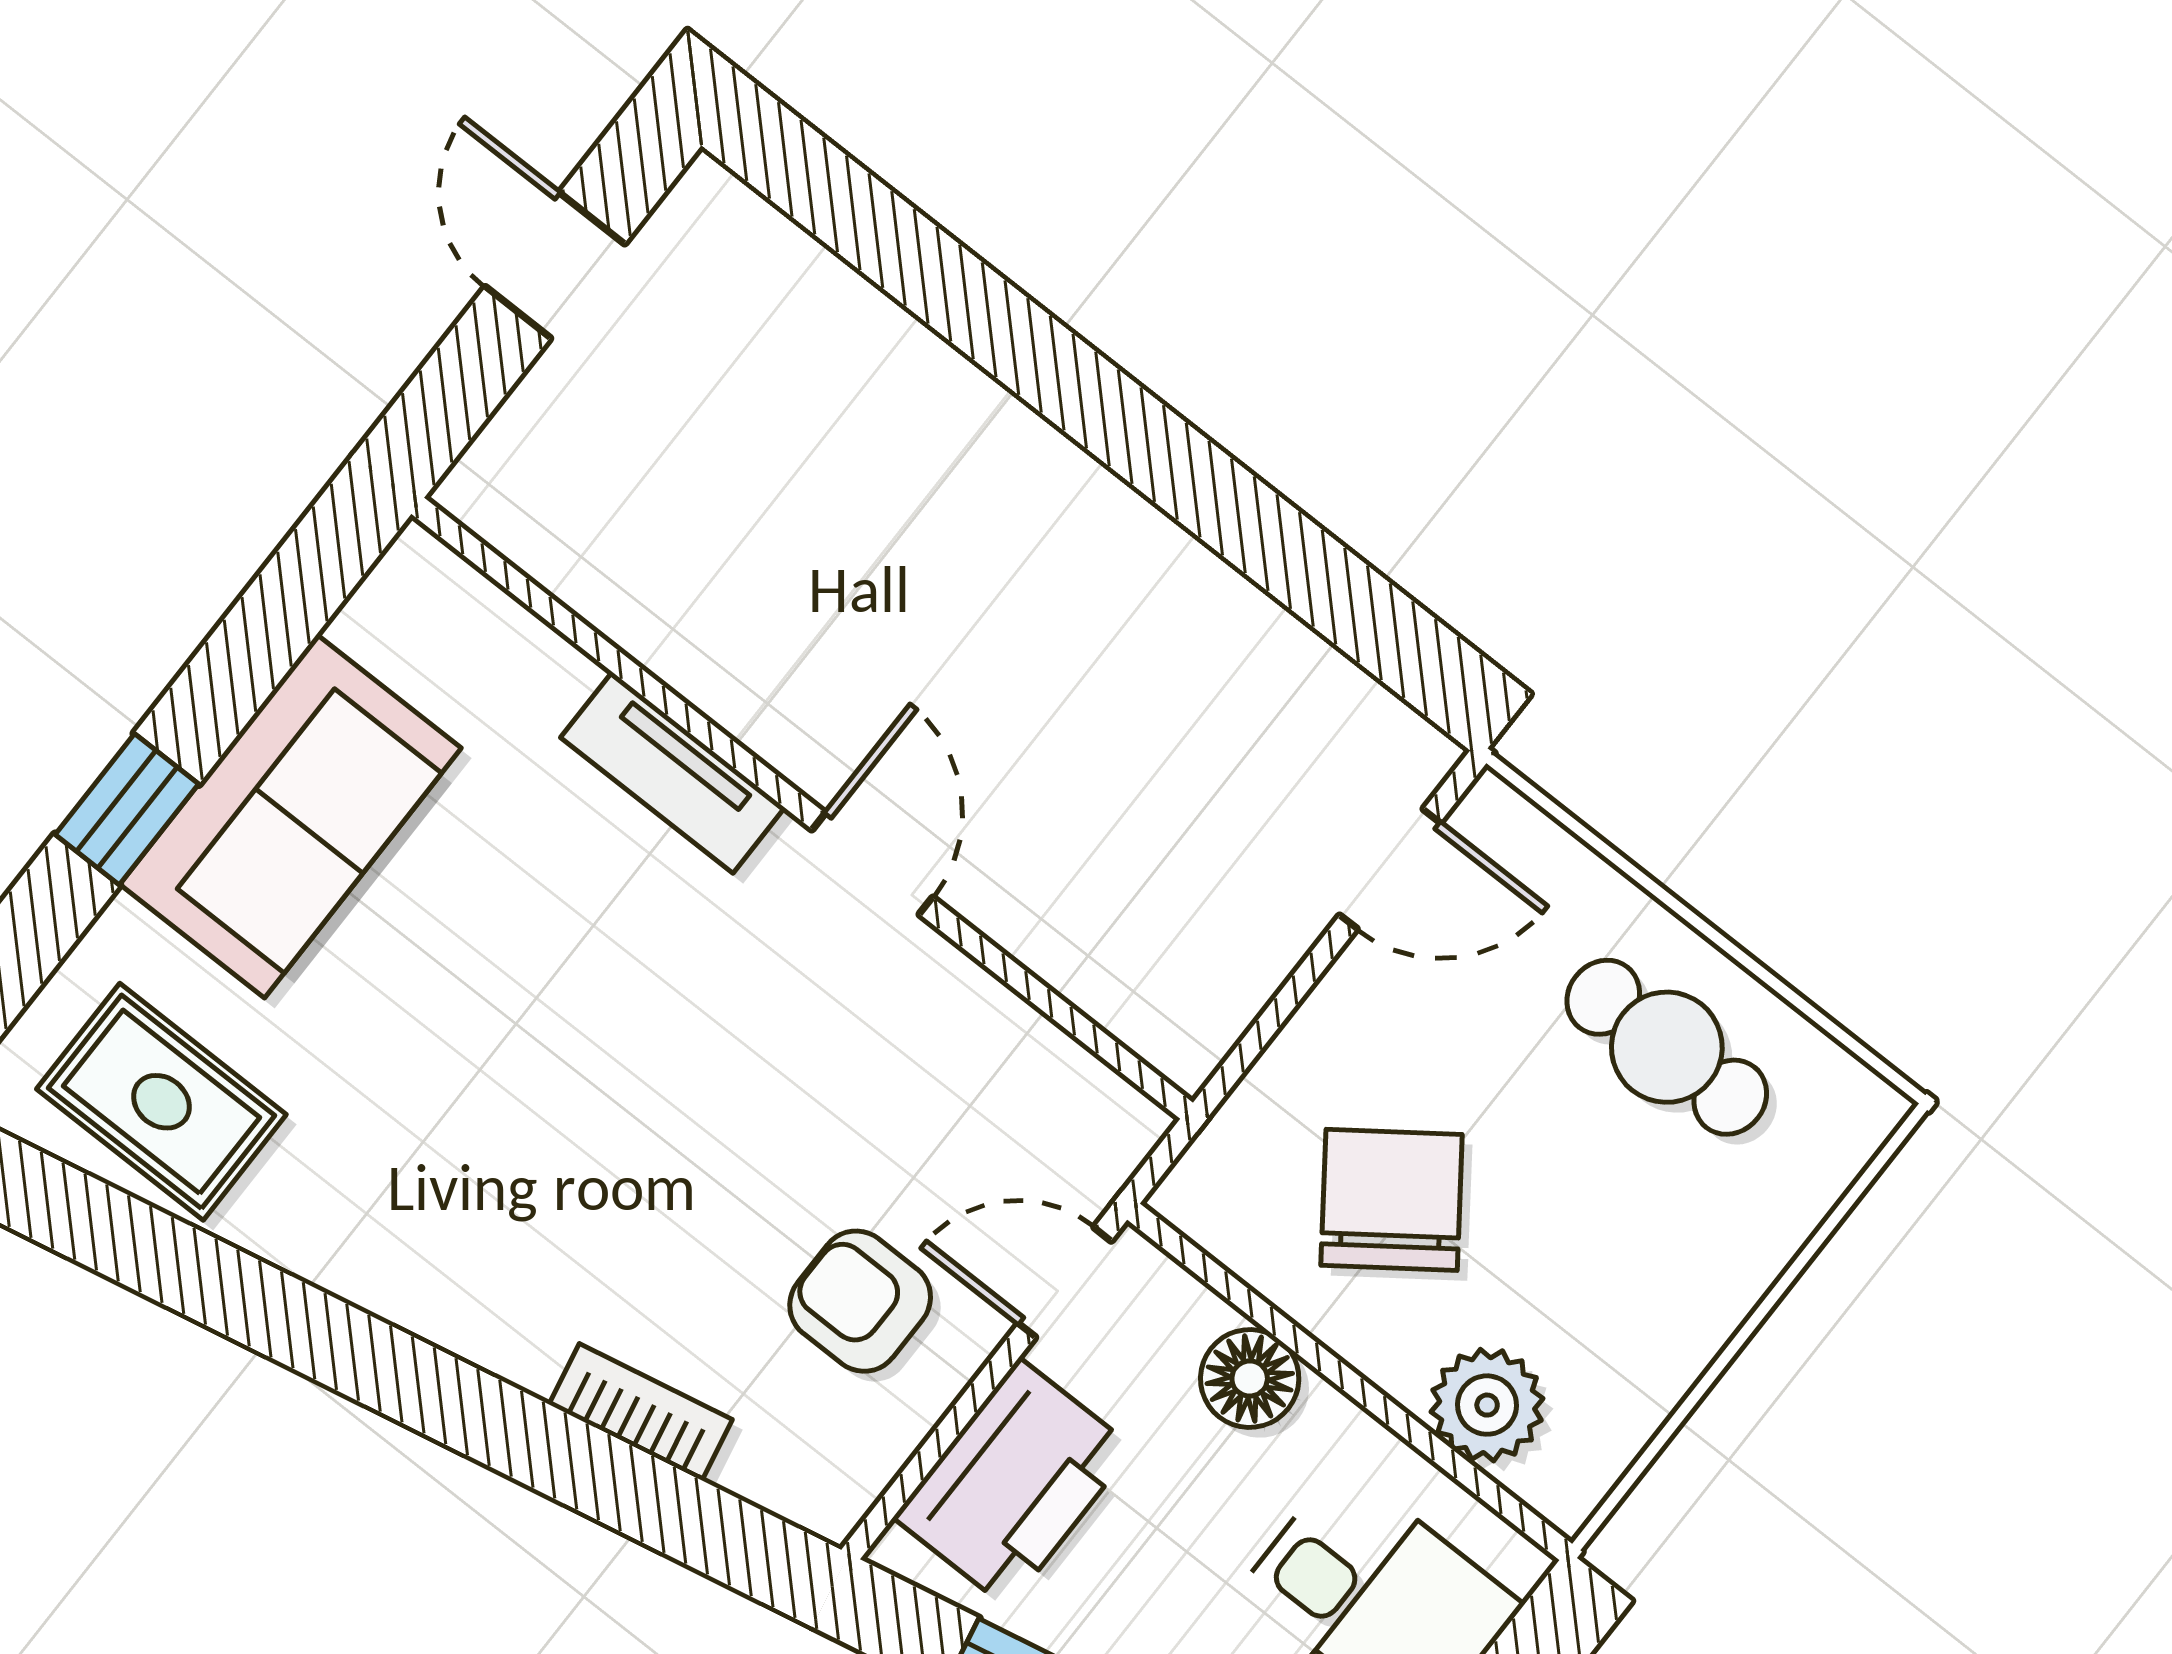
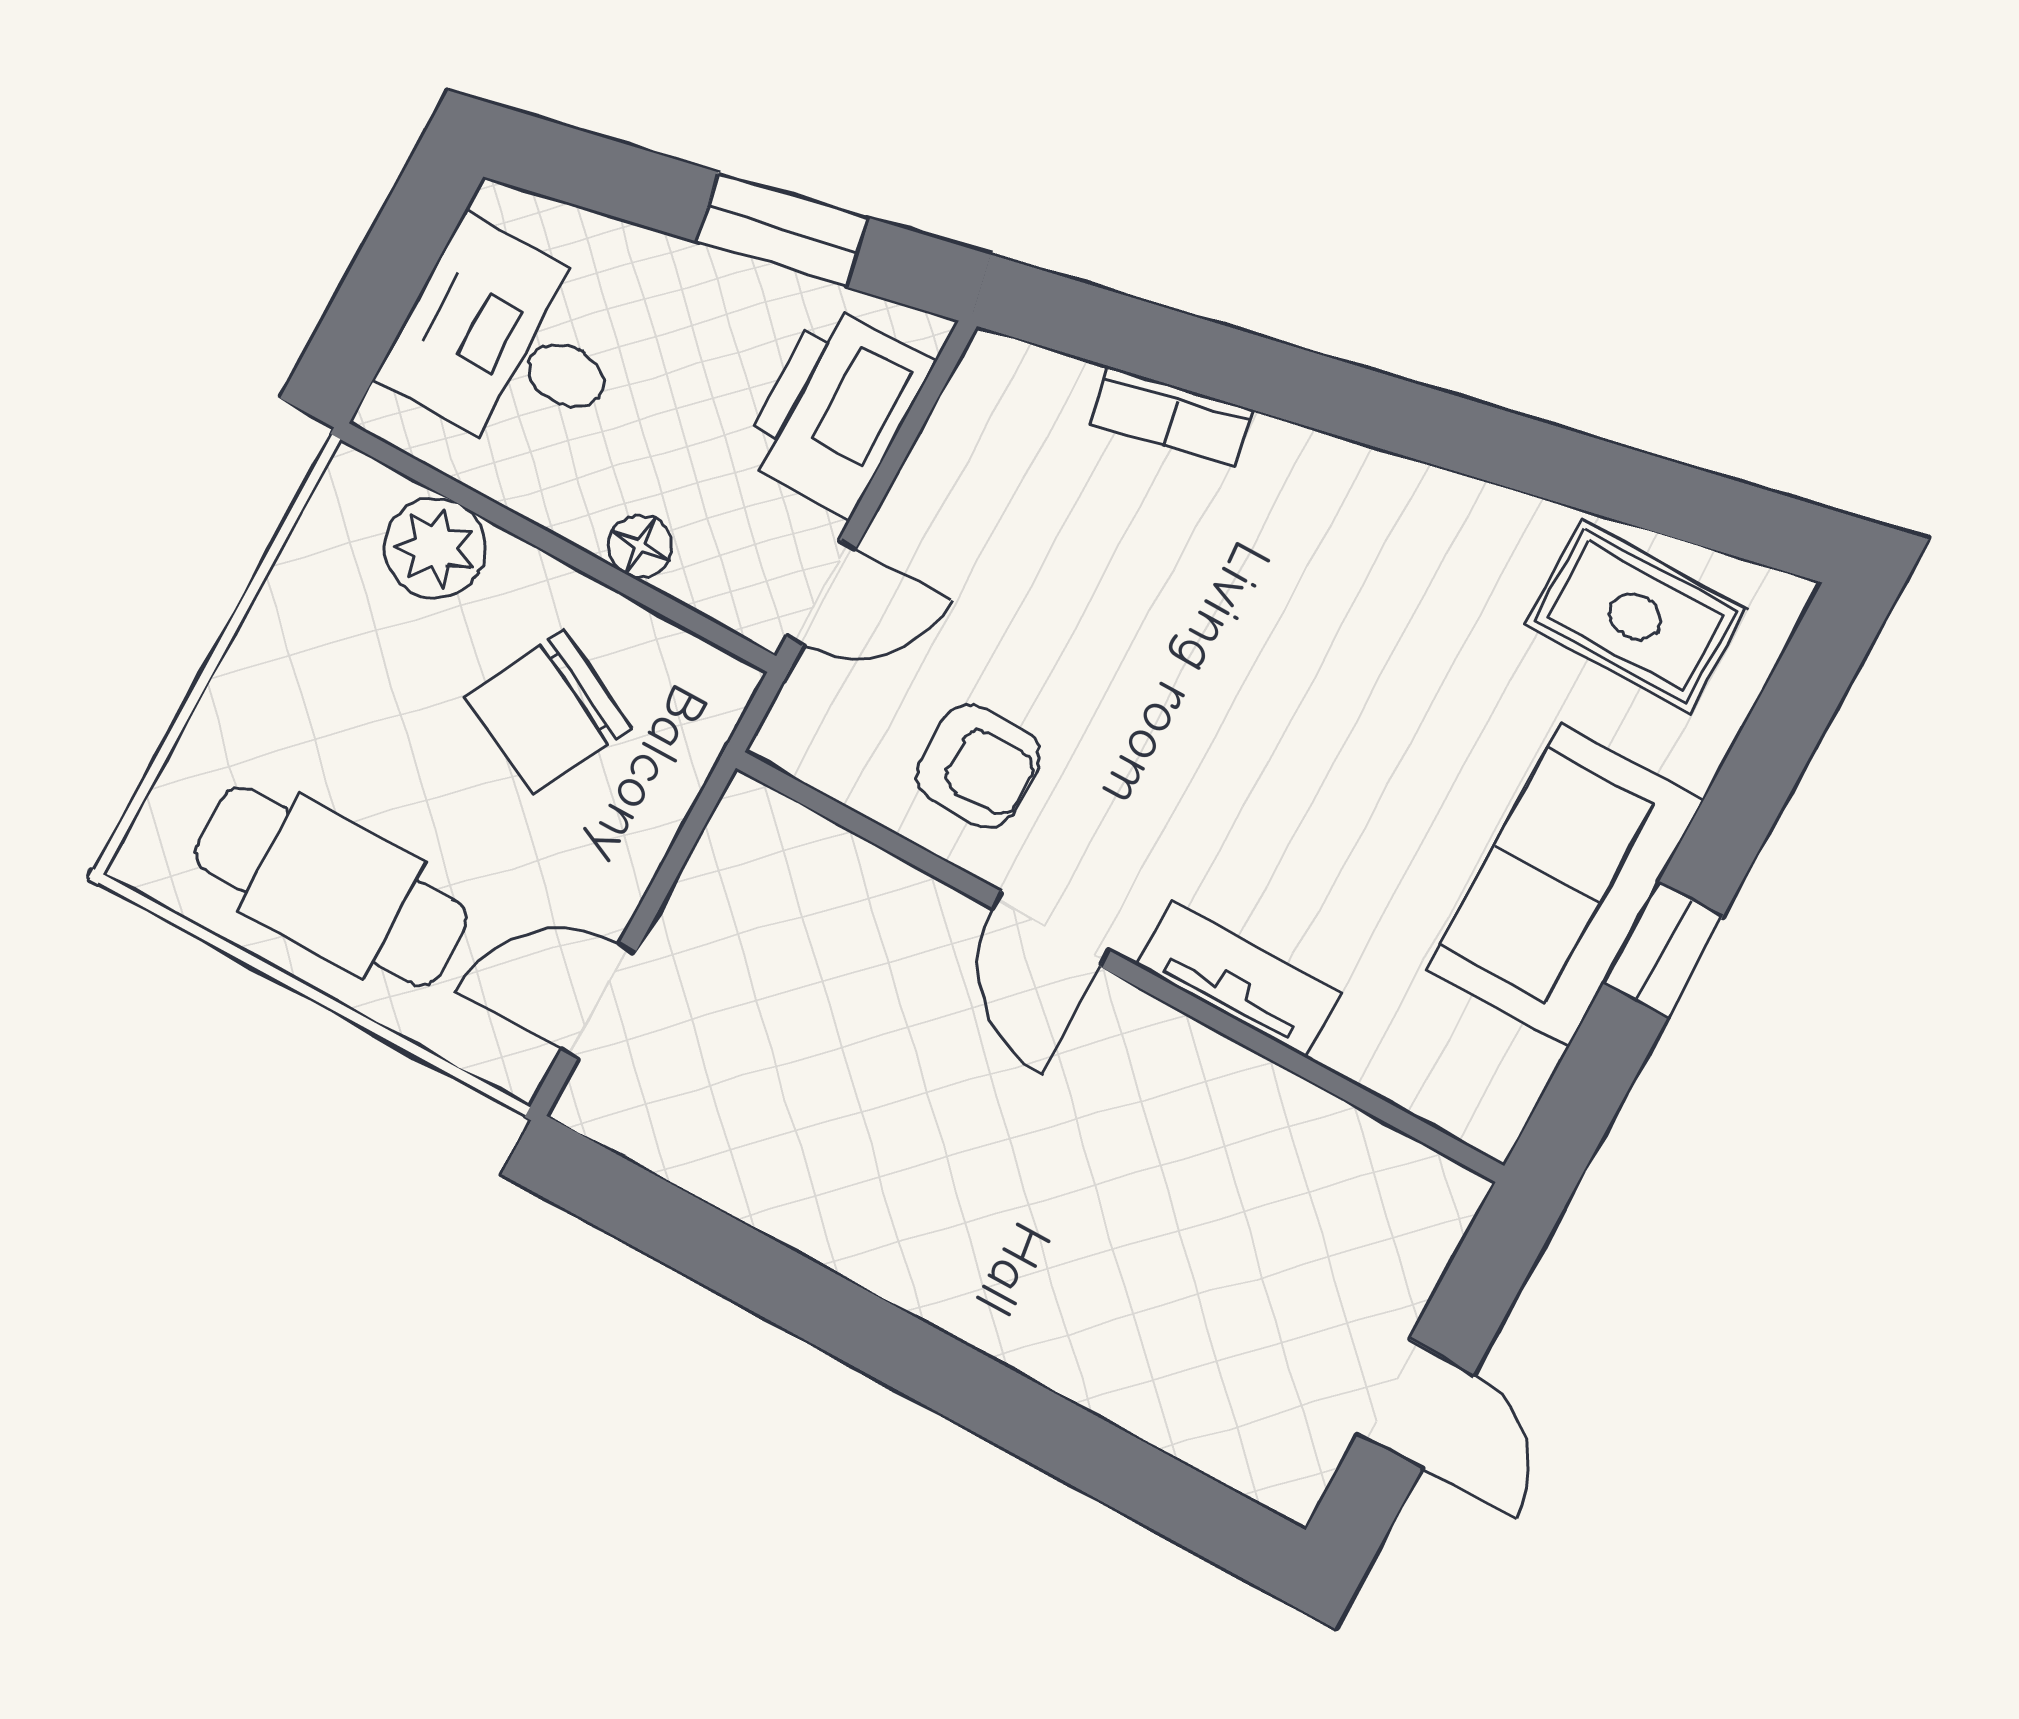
window: (127, 809) -> (1663, 950), moved
cafe table: (1667, 1047) -> (331, 886), width x1.37, depth x1.35
chair: (1392, 1200) -> (548, 712), turned 63
armchair: (860, 1301) -> (978, 766), moved
floor lamp: (1250, 1379) -> (640, 546), width x0.73, depth x0.73

